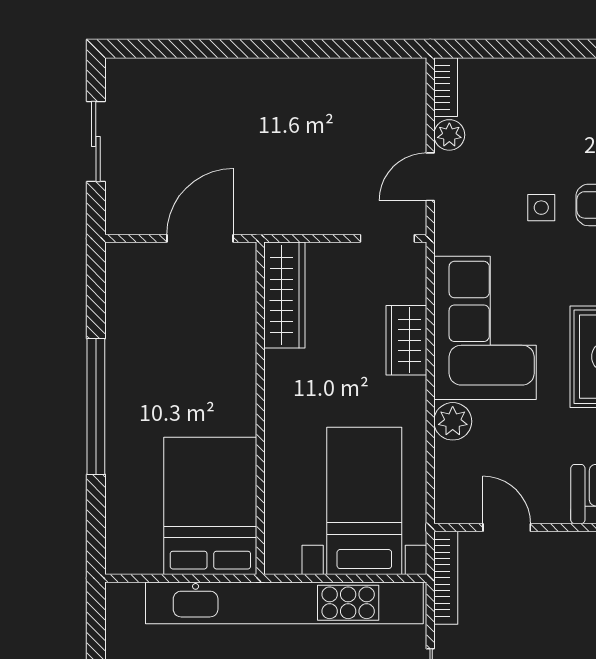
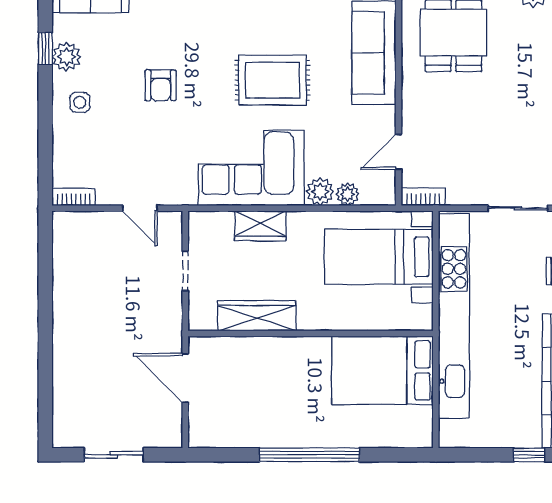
plant: (449, 135) -> (348, 194), moved
side table: (541, 208) -> (80, 102), moved
doorway: (387, 238) -> (185, 271), moved
wardrobe: (284, 295) -> (257, 316), moved
bookcase: (446, 578) -> (423, 197), width x0.64

